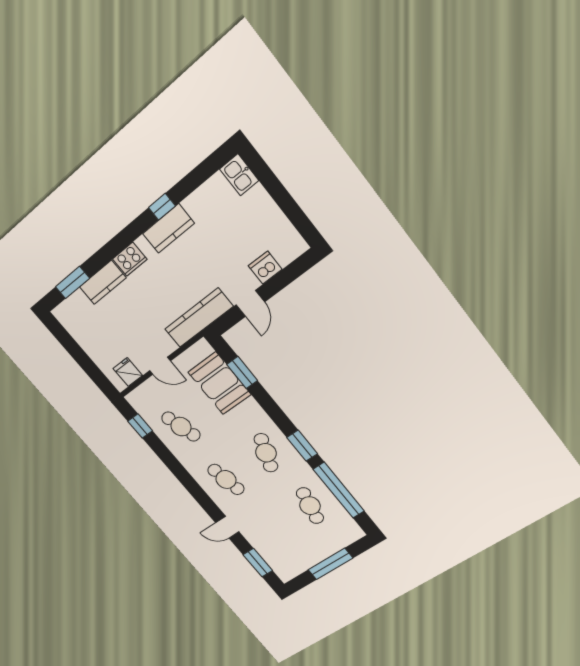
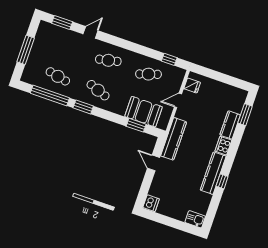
kitchen counter: (168, 228) -> (213, 173), width x1.50
dishwasher: (265, 268) -> (151, 203), moved

